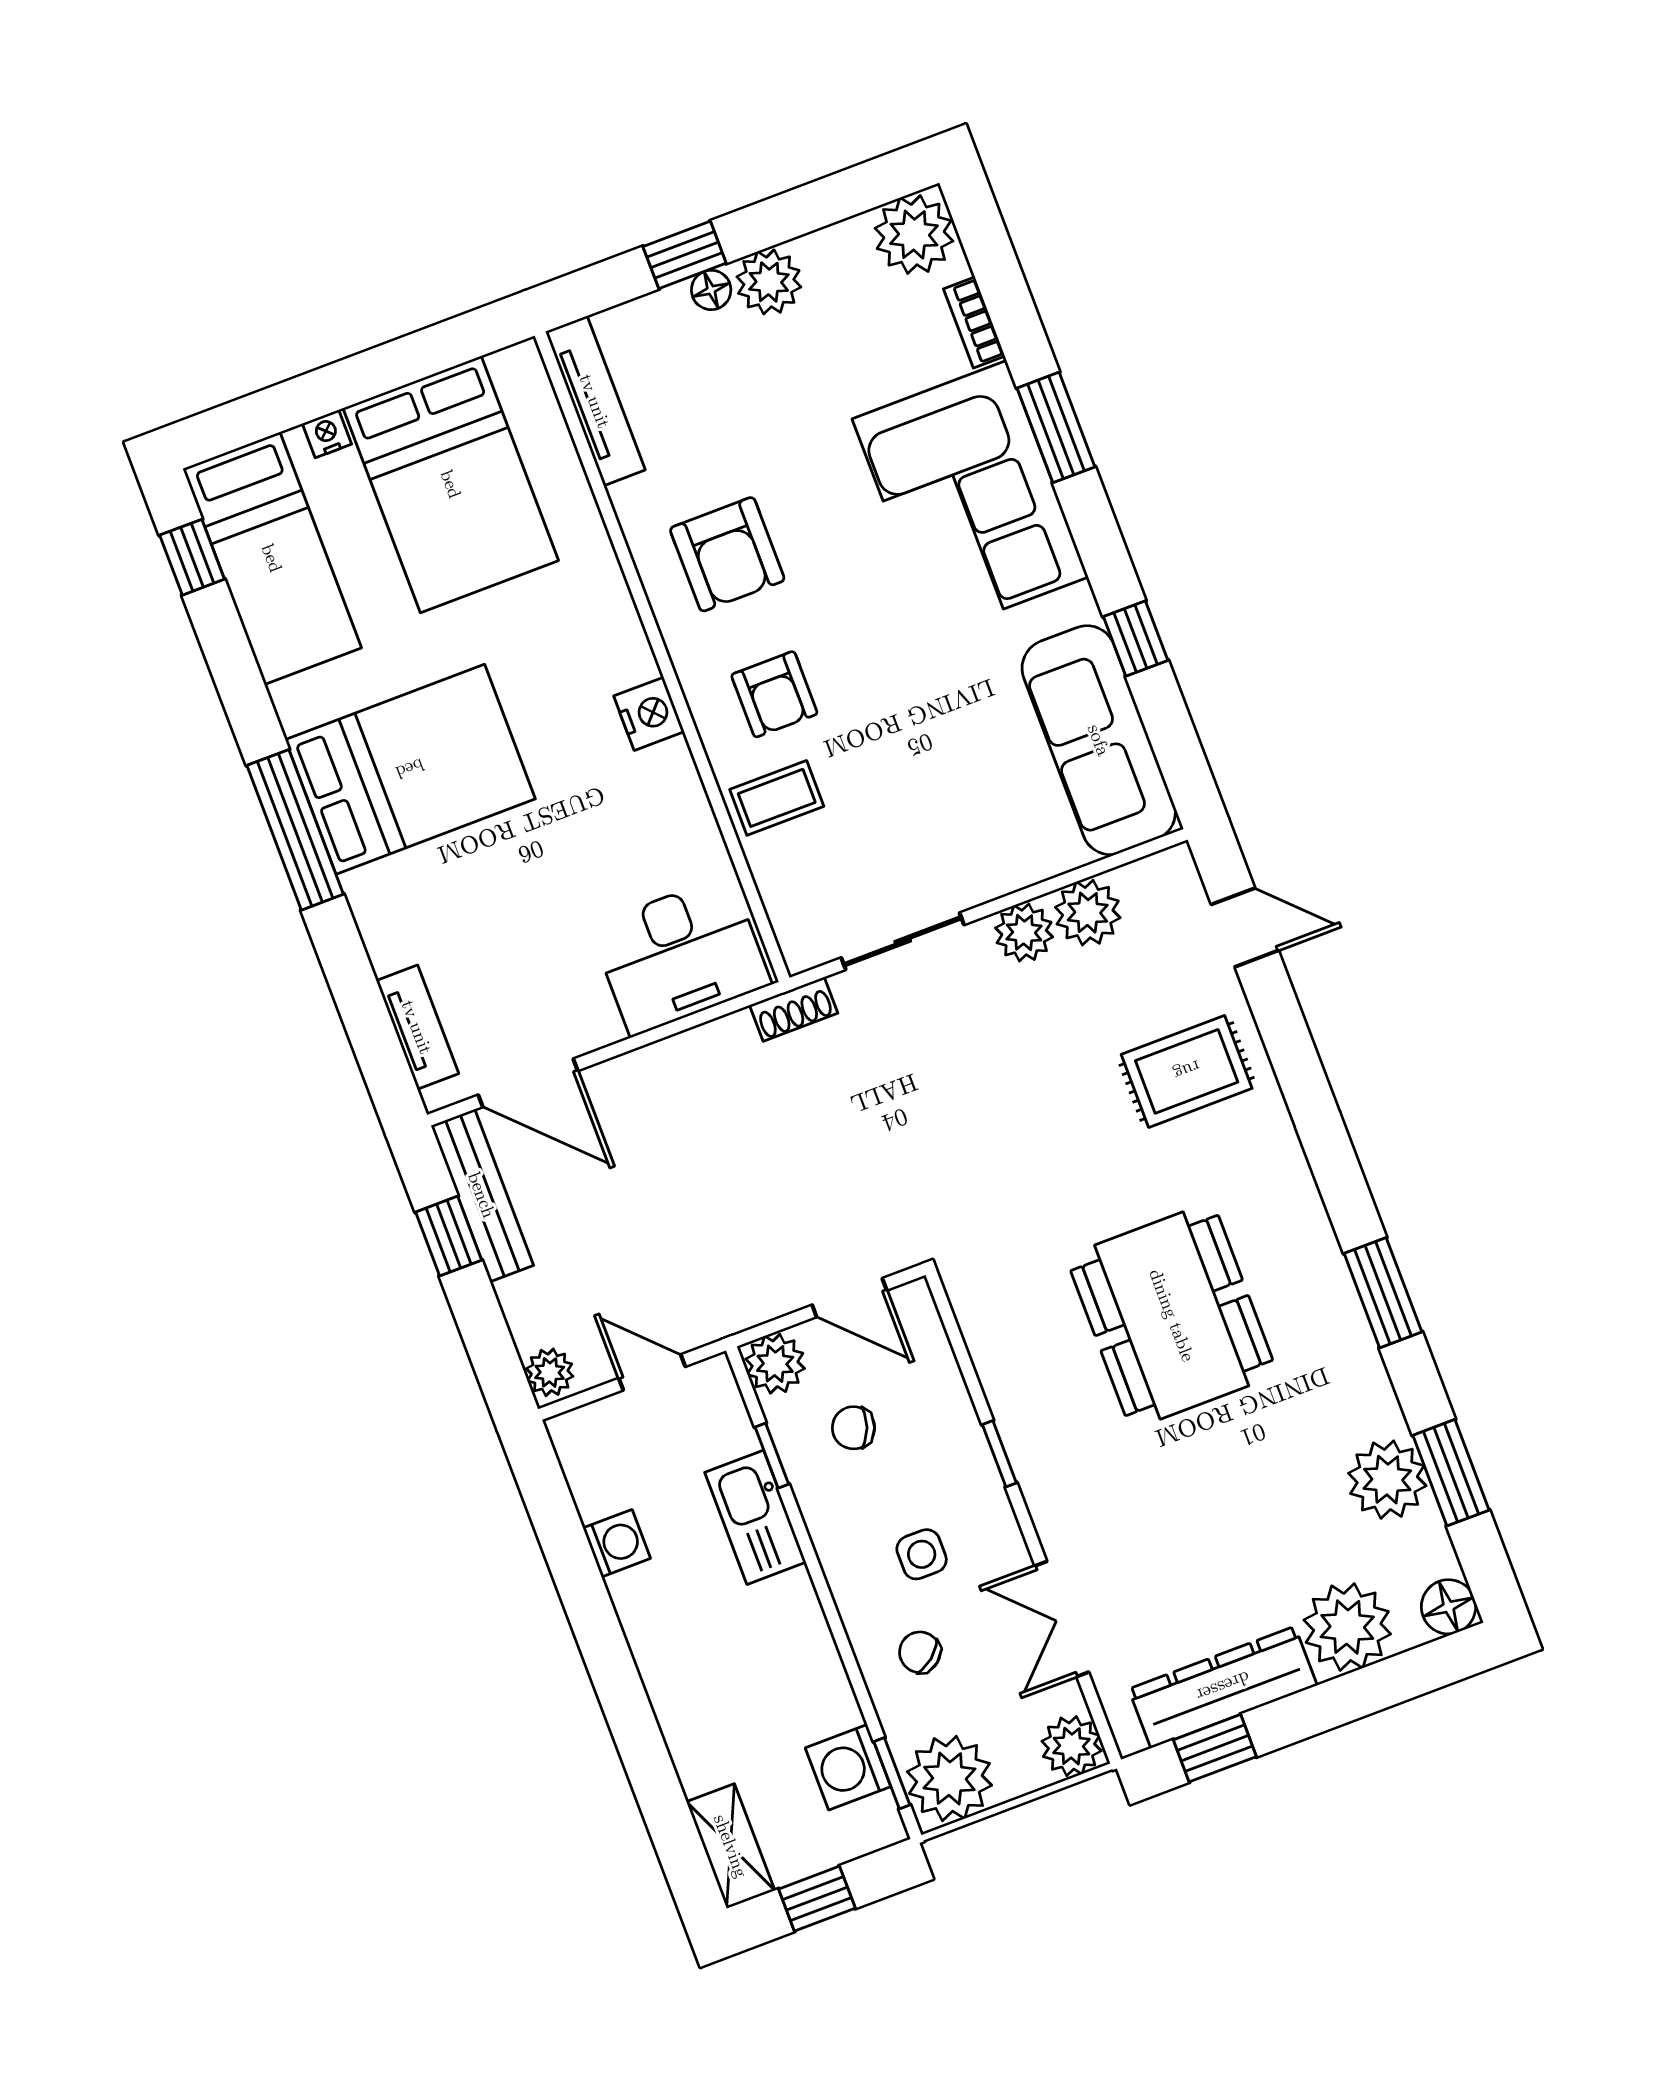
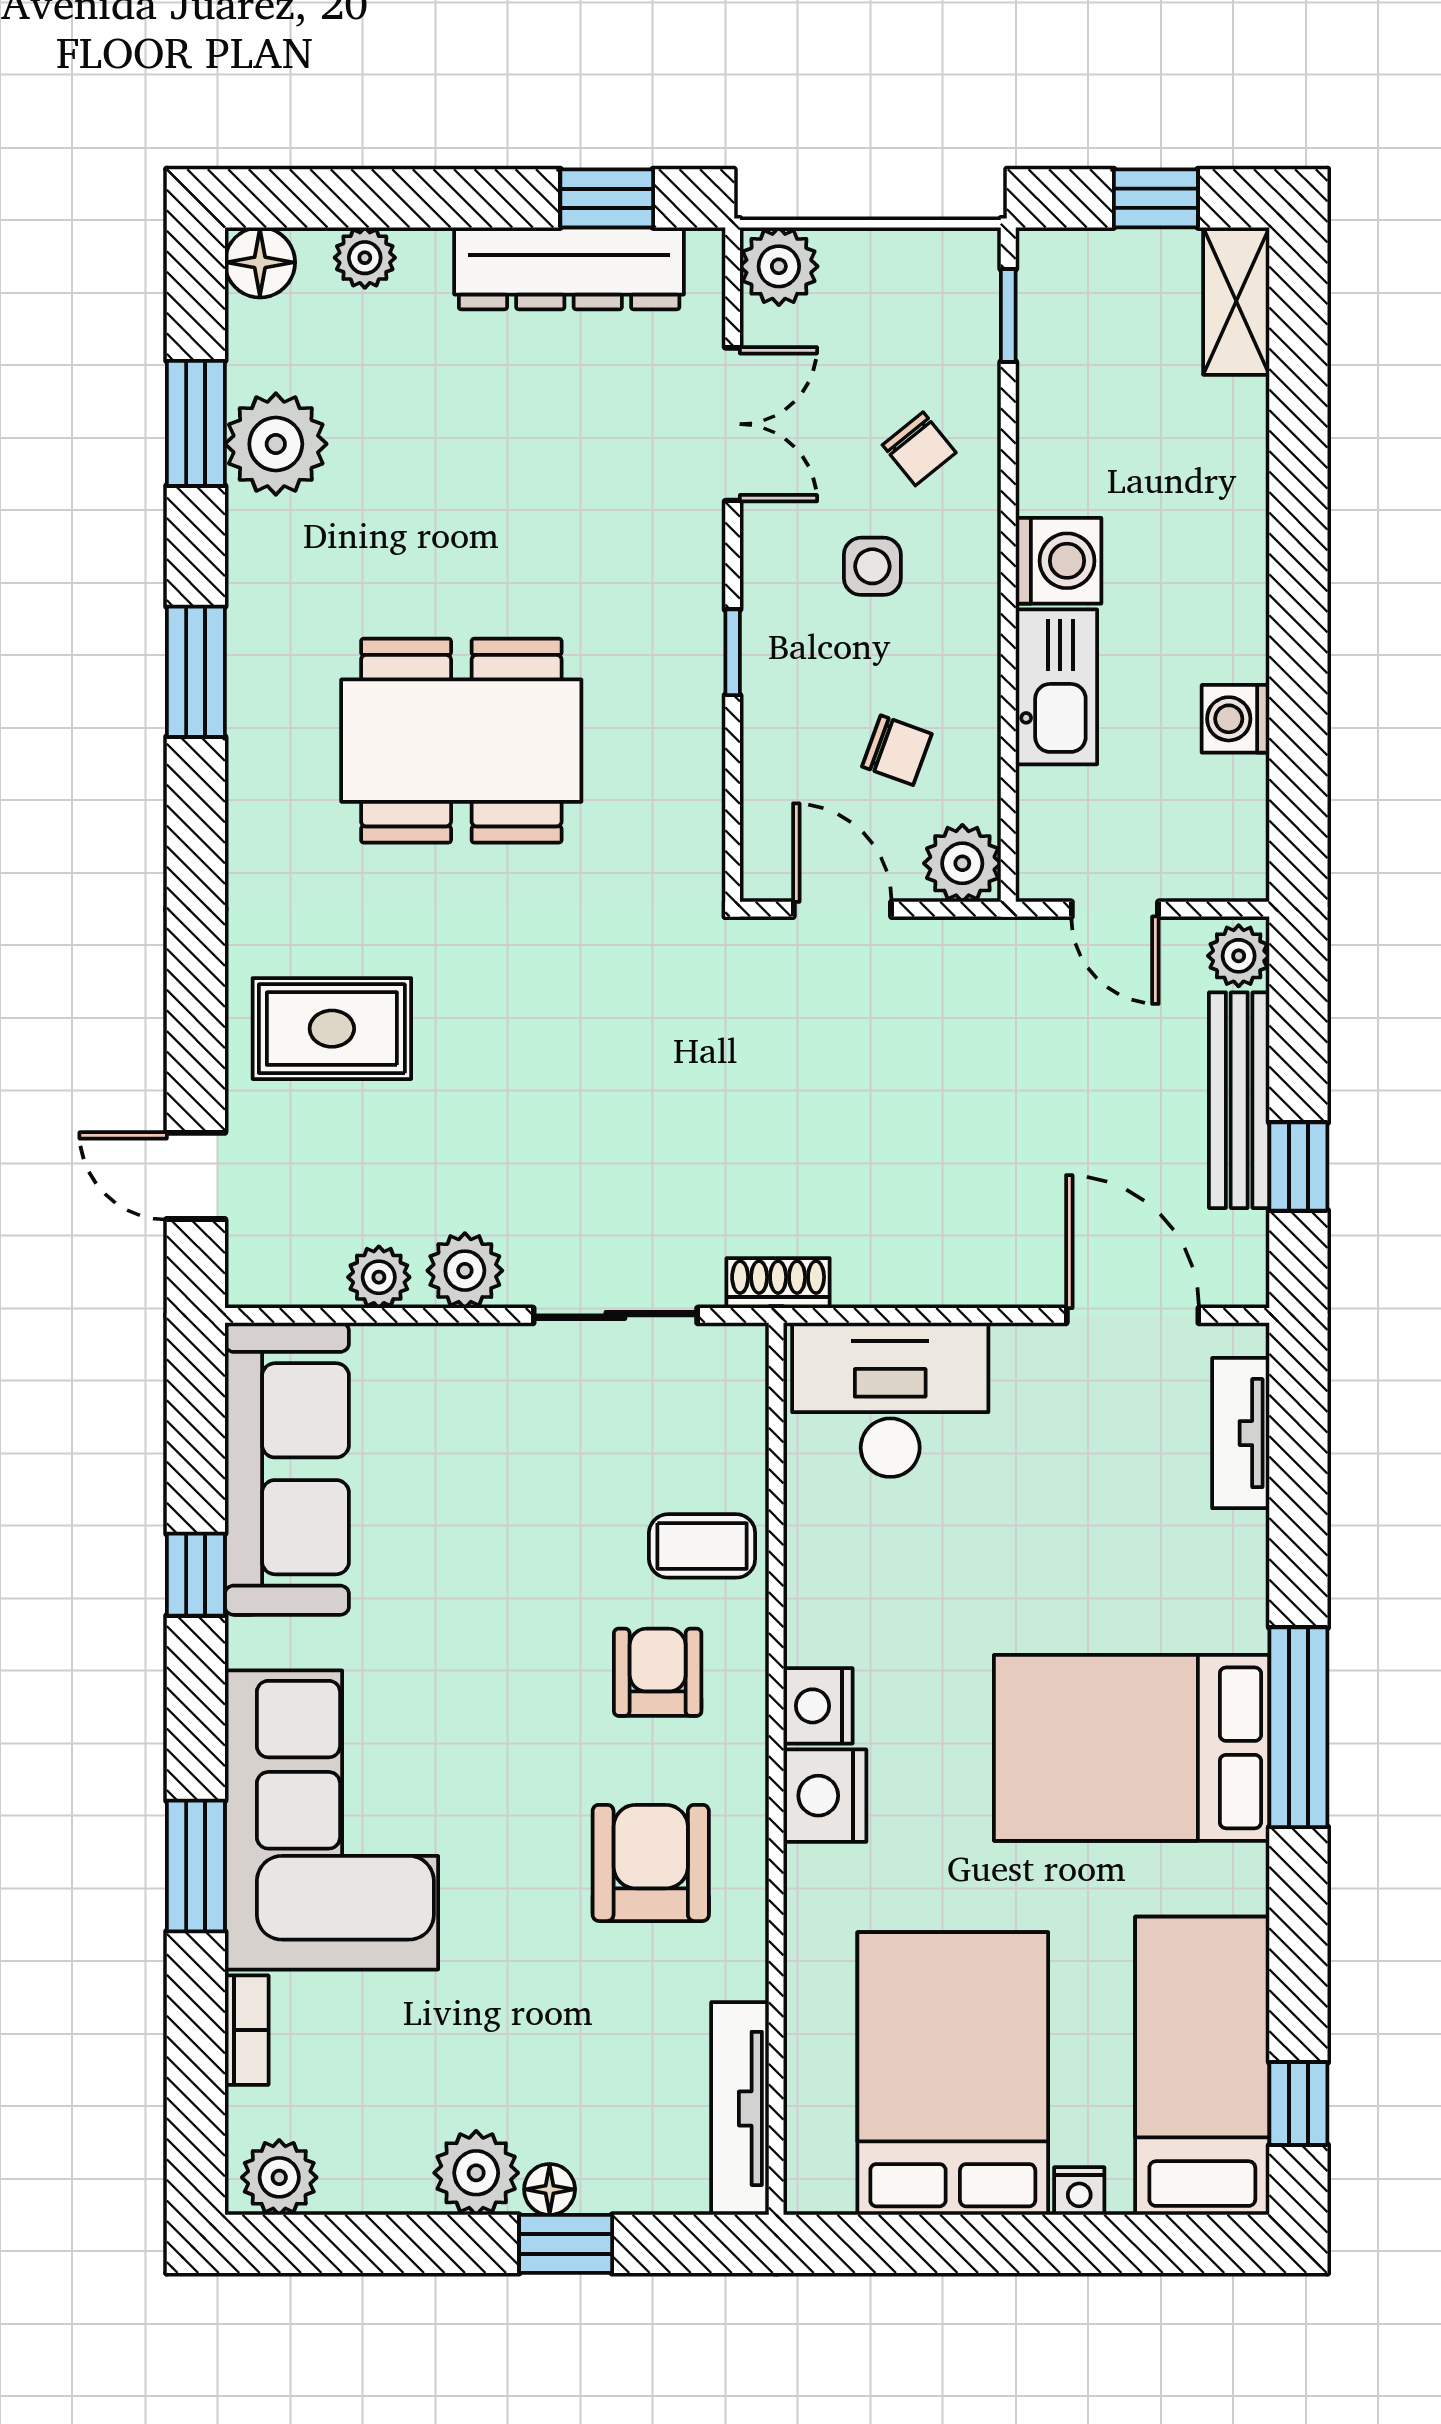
plant: (914, 235) -> (279, 2177), width x0.73, depth x0.73
nightstand: (619, 651) -> (825, 1796), added
plant: (1088, 913) -> (379, 1277), width x0.73, depth x0.73
bench: (482, 1195) -> (1239, 1100), moved
dining table: (1172, 1315) -> (461, 741), turned 90
window: (772, 1456) -> (1008, 754), removed
plant: (1347, 1627) -> (365, 258), width x0.53, depth x0.53
washing machine: (848, 1767) -> (1058, 561), moved
plant: (949, 1779) -> (941, 283), removed

